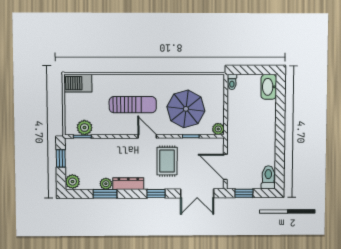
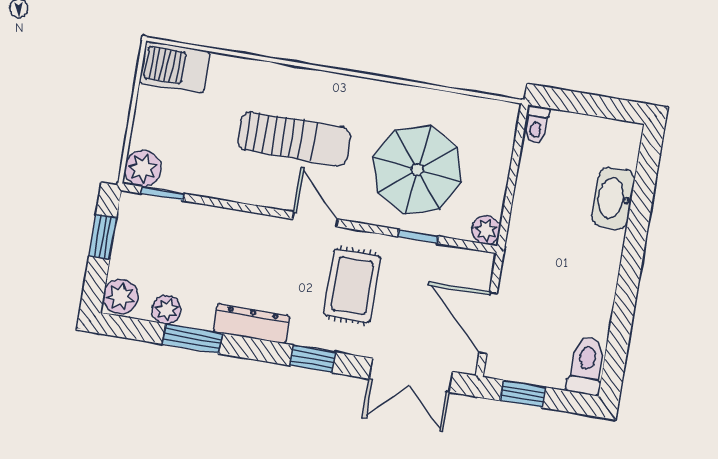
washbasin: (269, 87) -> (613, 198), moved
plant: (85, 128) -> (143, 169), moved
plant: (106, 184) -> (166, 310), moved

